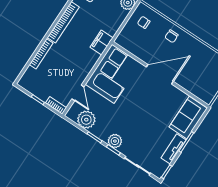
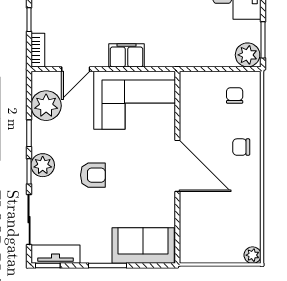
filing cabinet: (102, 43) -> (127, 55), moved
armchair: (136, 119) -> (93, 175), added
tv unit: (174, 149) -> (56, 254), moved

